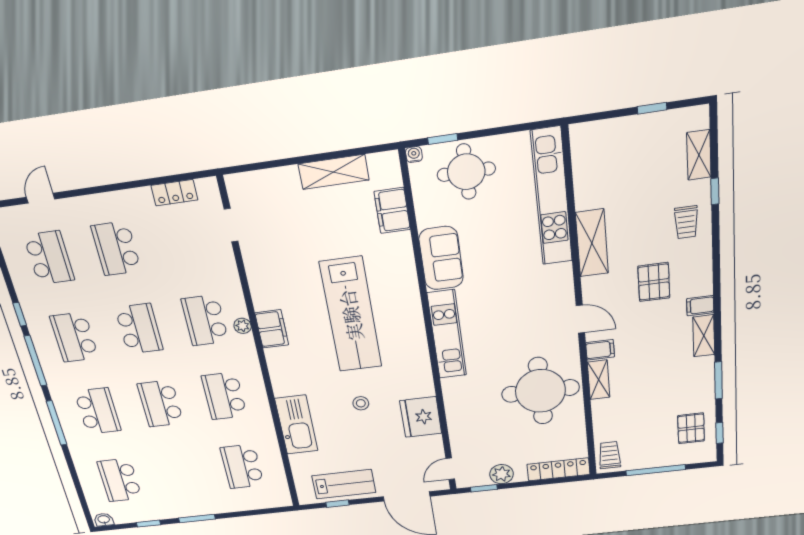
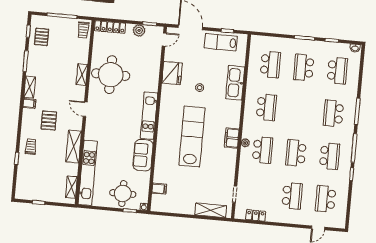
shelving: (699, 155) -> (71, 187), moved
shelving: (334, 172) -> (211, 210), moved
filing cabinet: (392, 210) -> (159, 189), width x0.50
filing cabinet: (600, 350) -> (79, 91), removed
school desk: (160, 404) -> (304, 68), moved, turned 180

